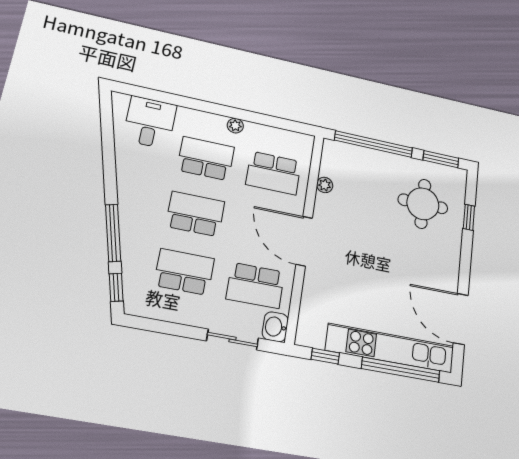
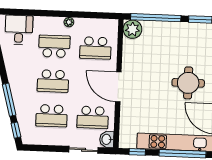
plant: (325, 185) -> (132, 29), moved, width x1.87, depth x1.87
round table: (423, 204) -> (188, 83), moved
school desk: (195, 214) -> (53, 81), turned 180
school desk: (184, 272) -> (52, 116), turned 180

